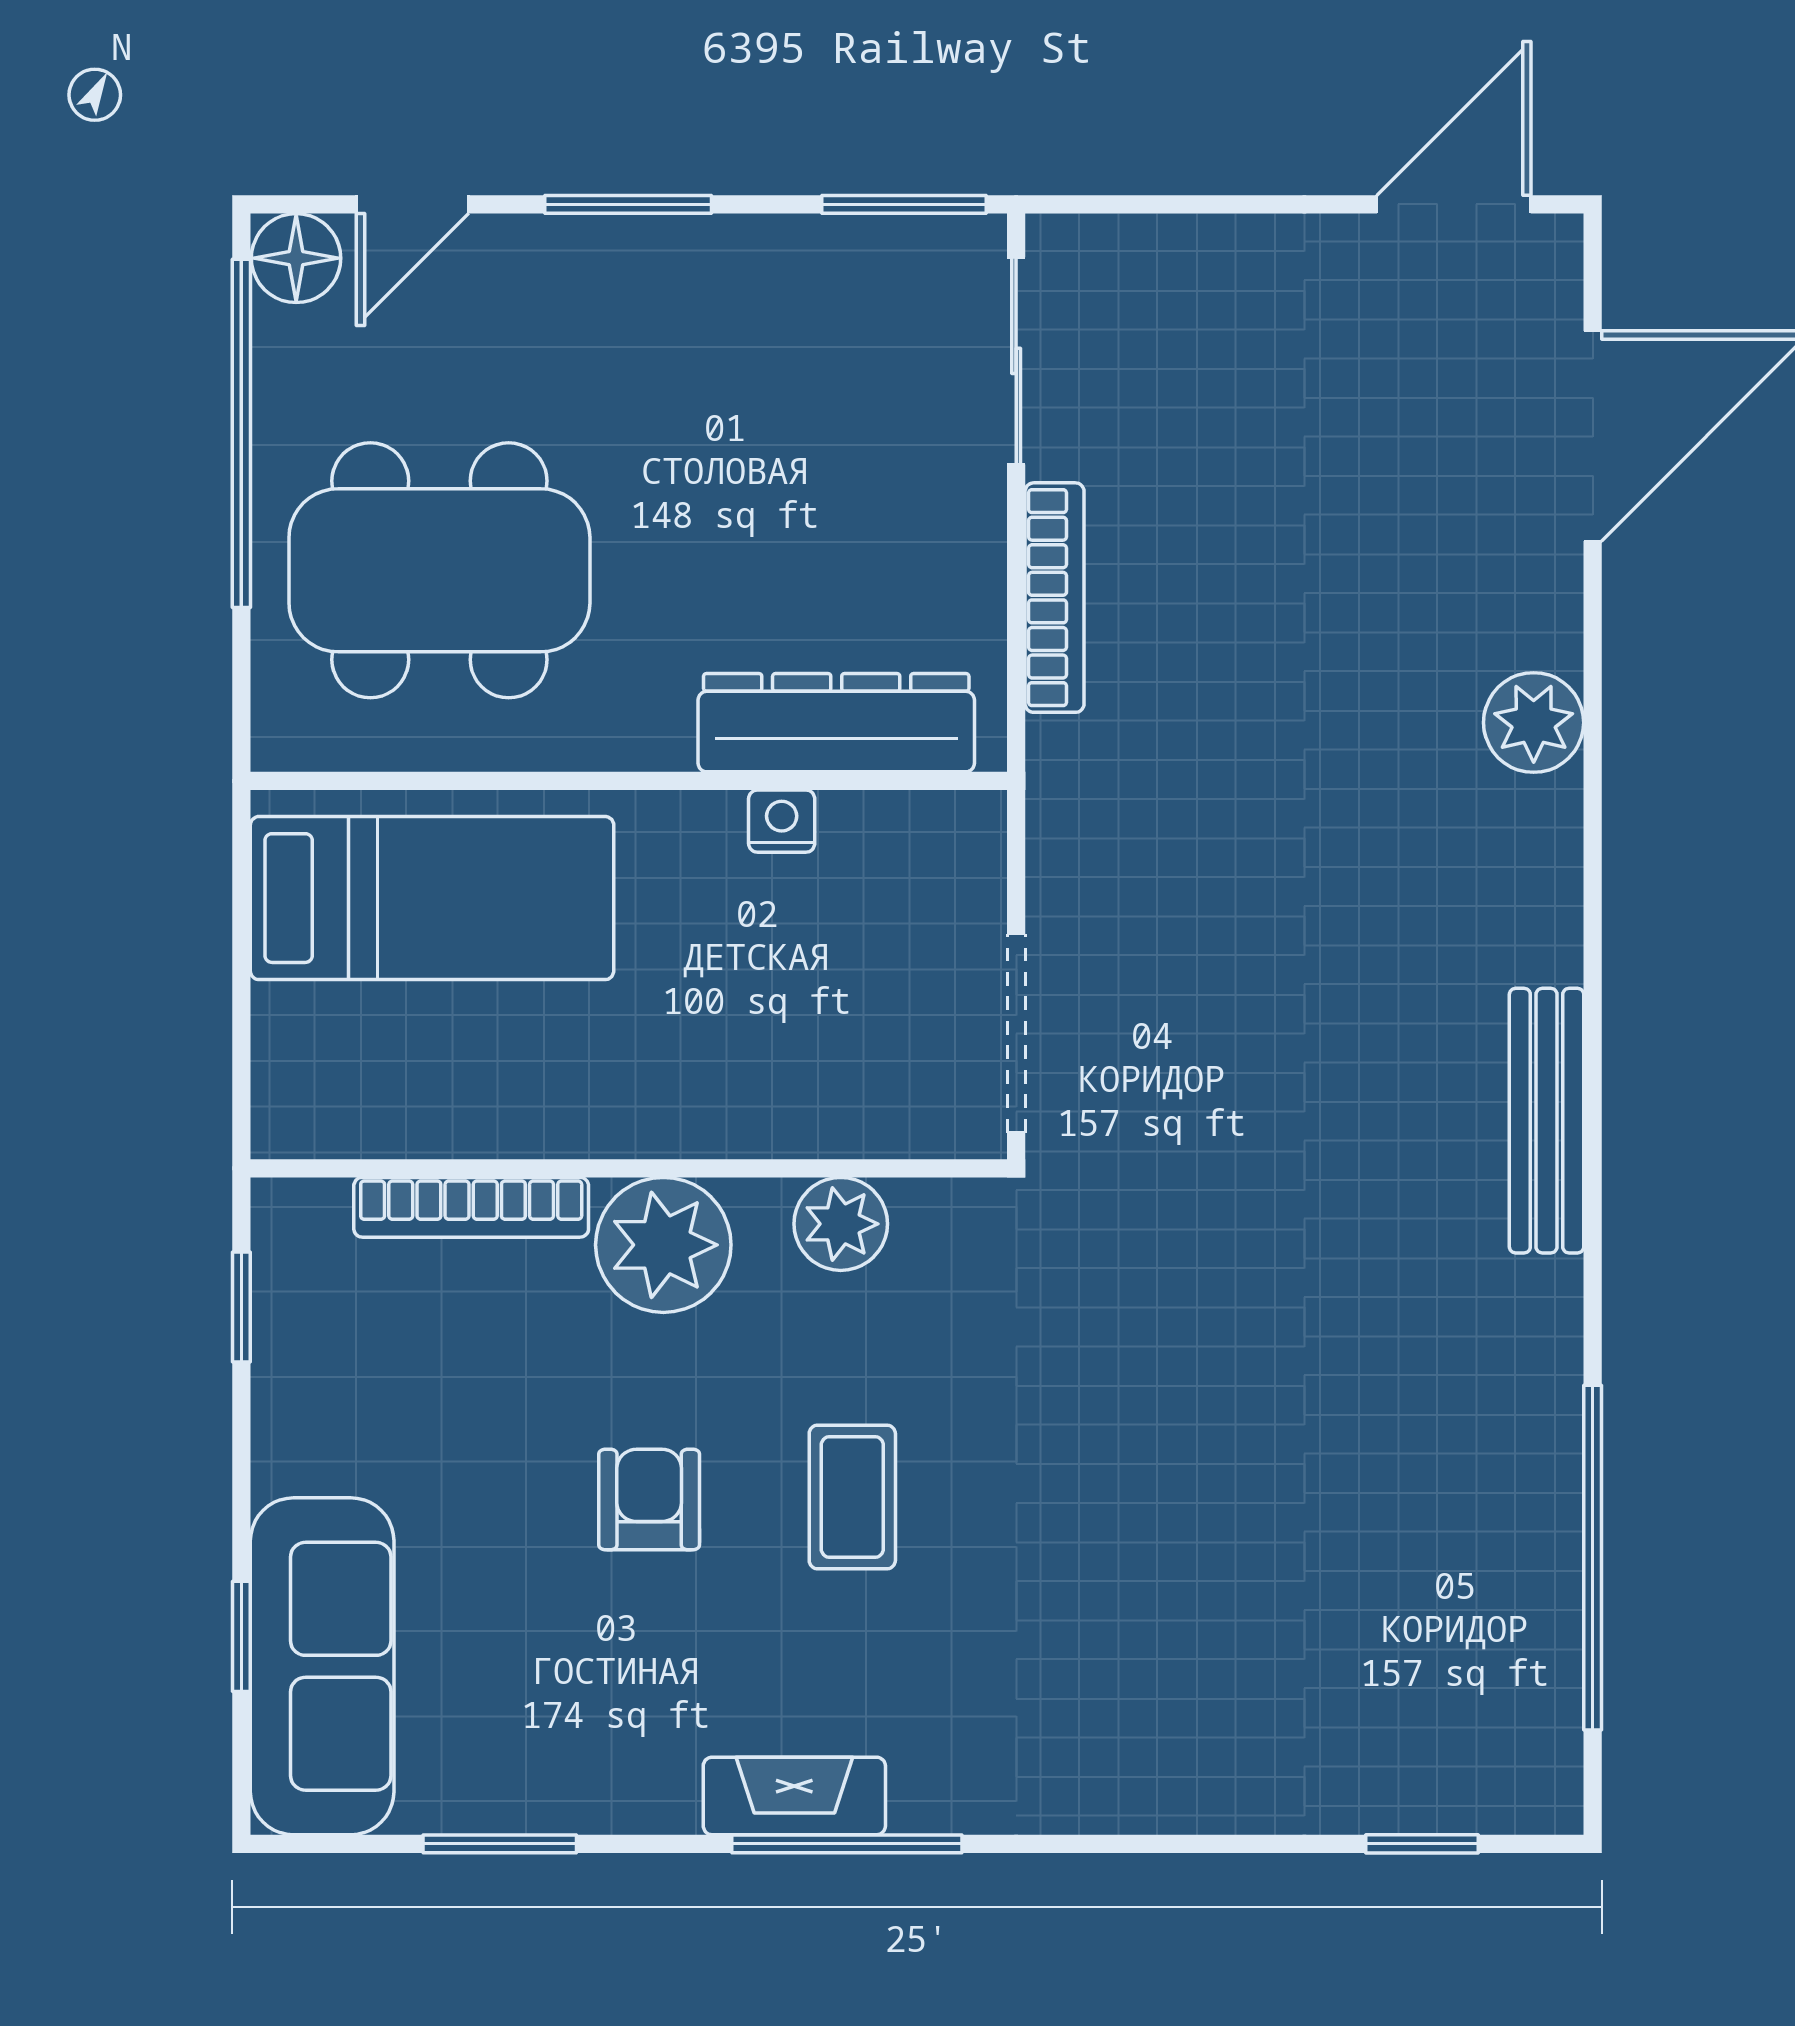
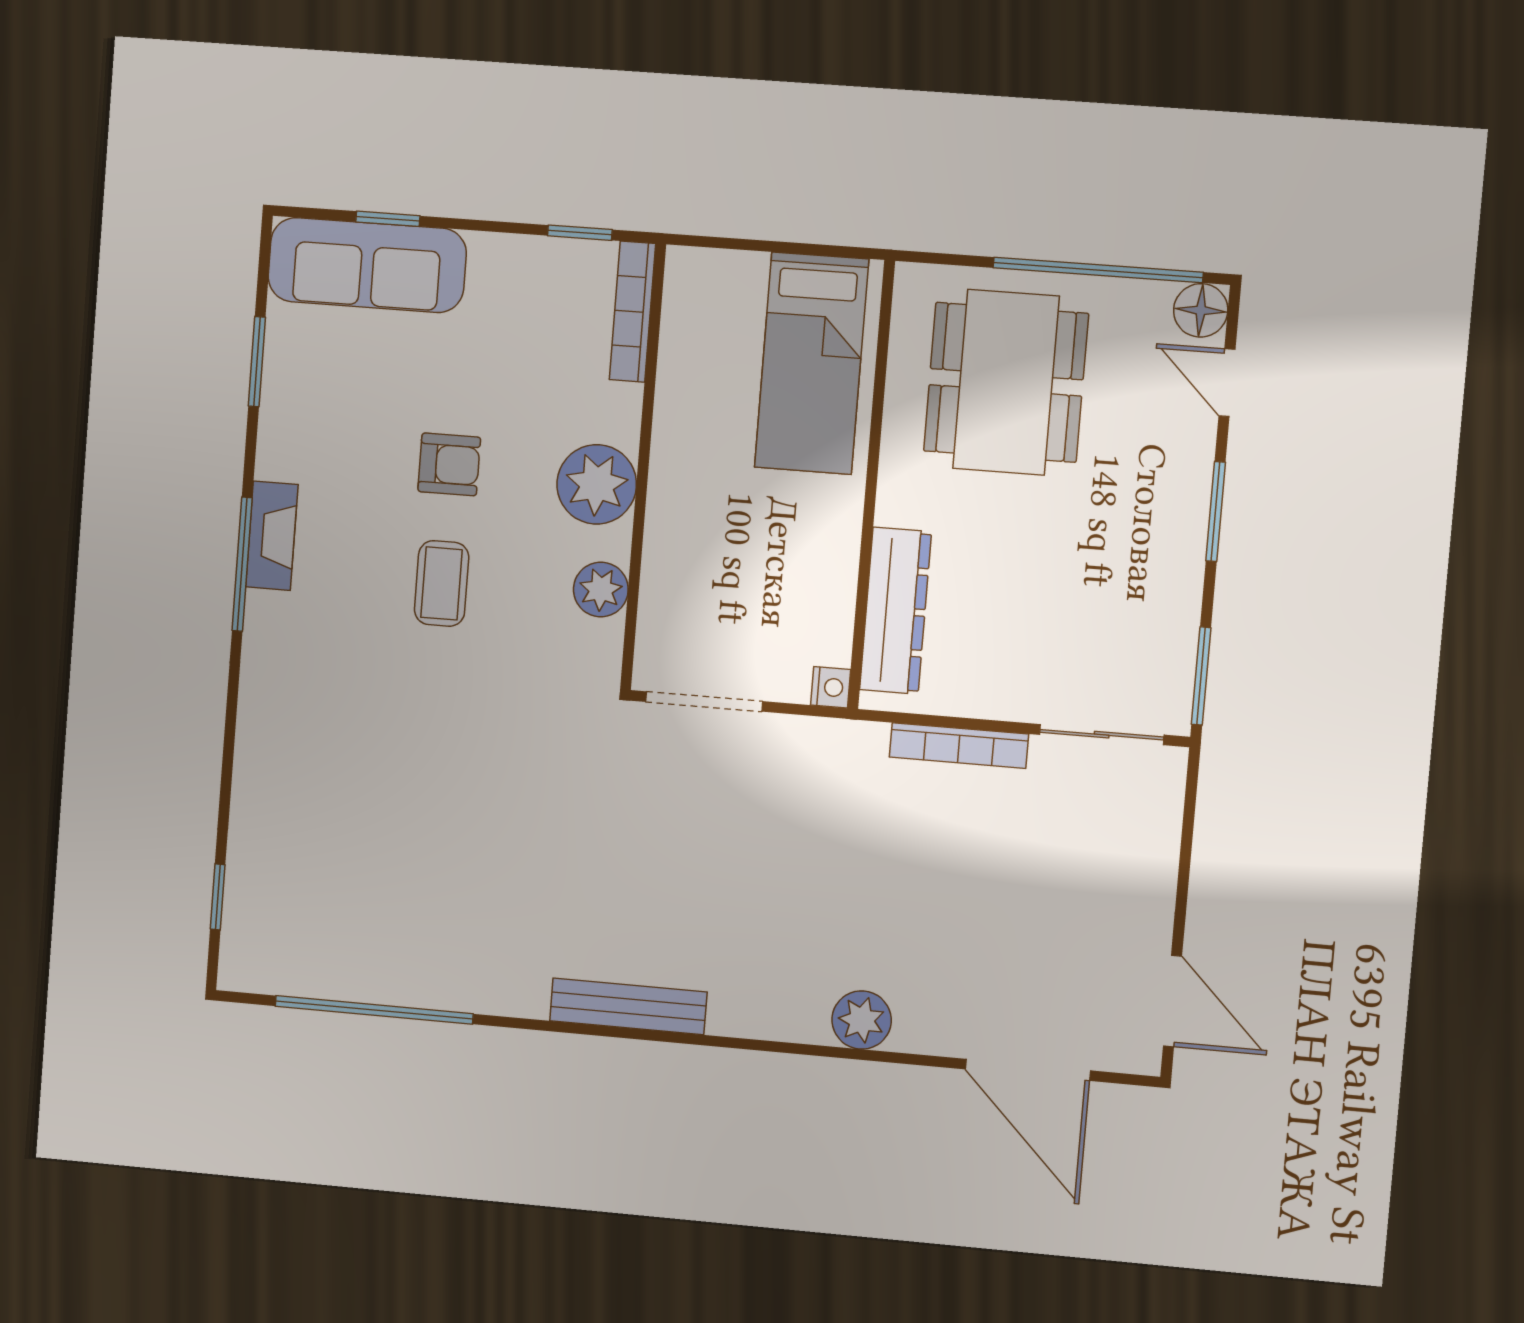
nightstand: (782, 821) -> (831, 687), moved
bookcase: (471, 1207) -> (632, 312), moved
coffee table: (852, 1497) -> (442, 583), turned 90

